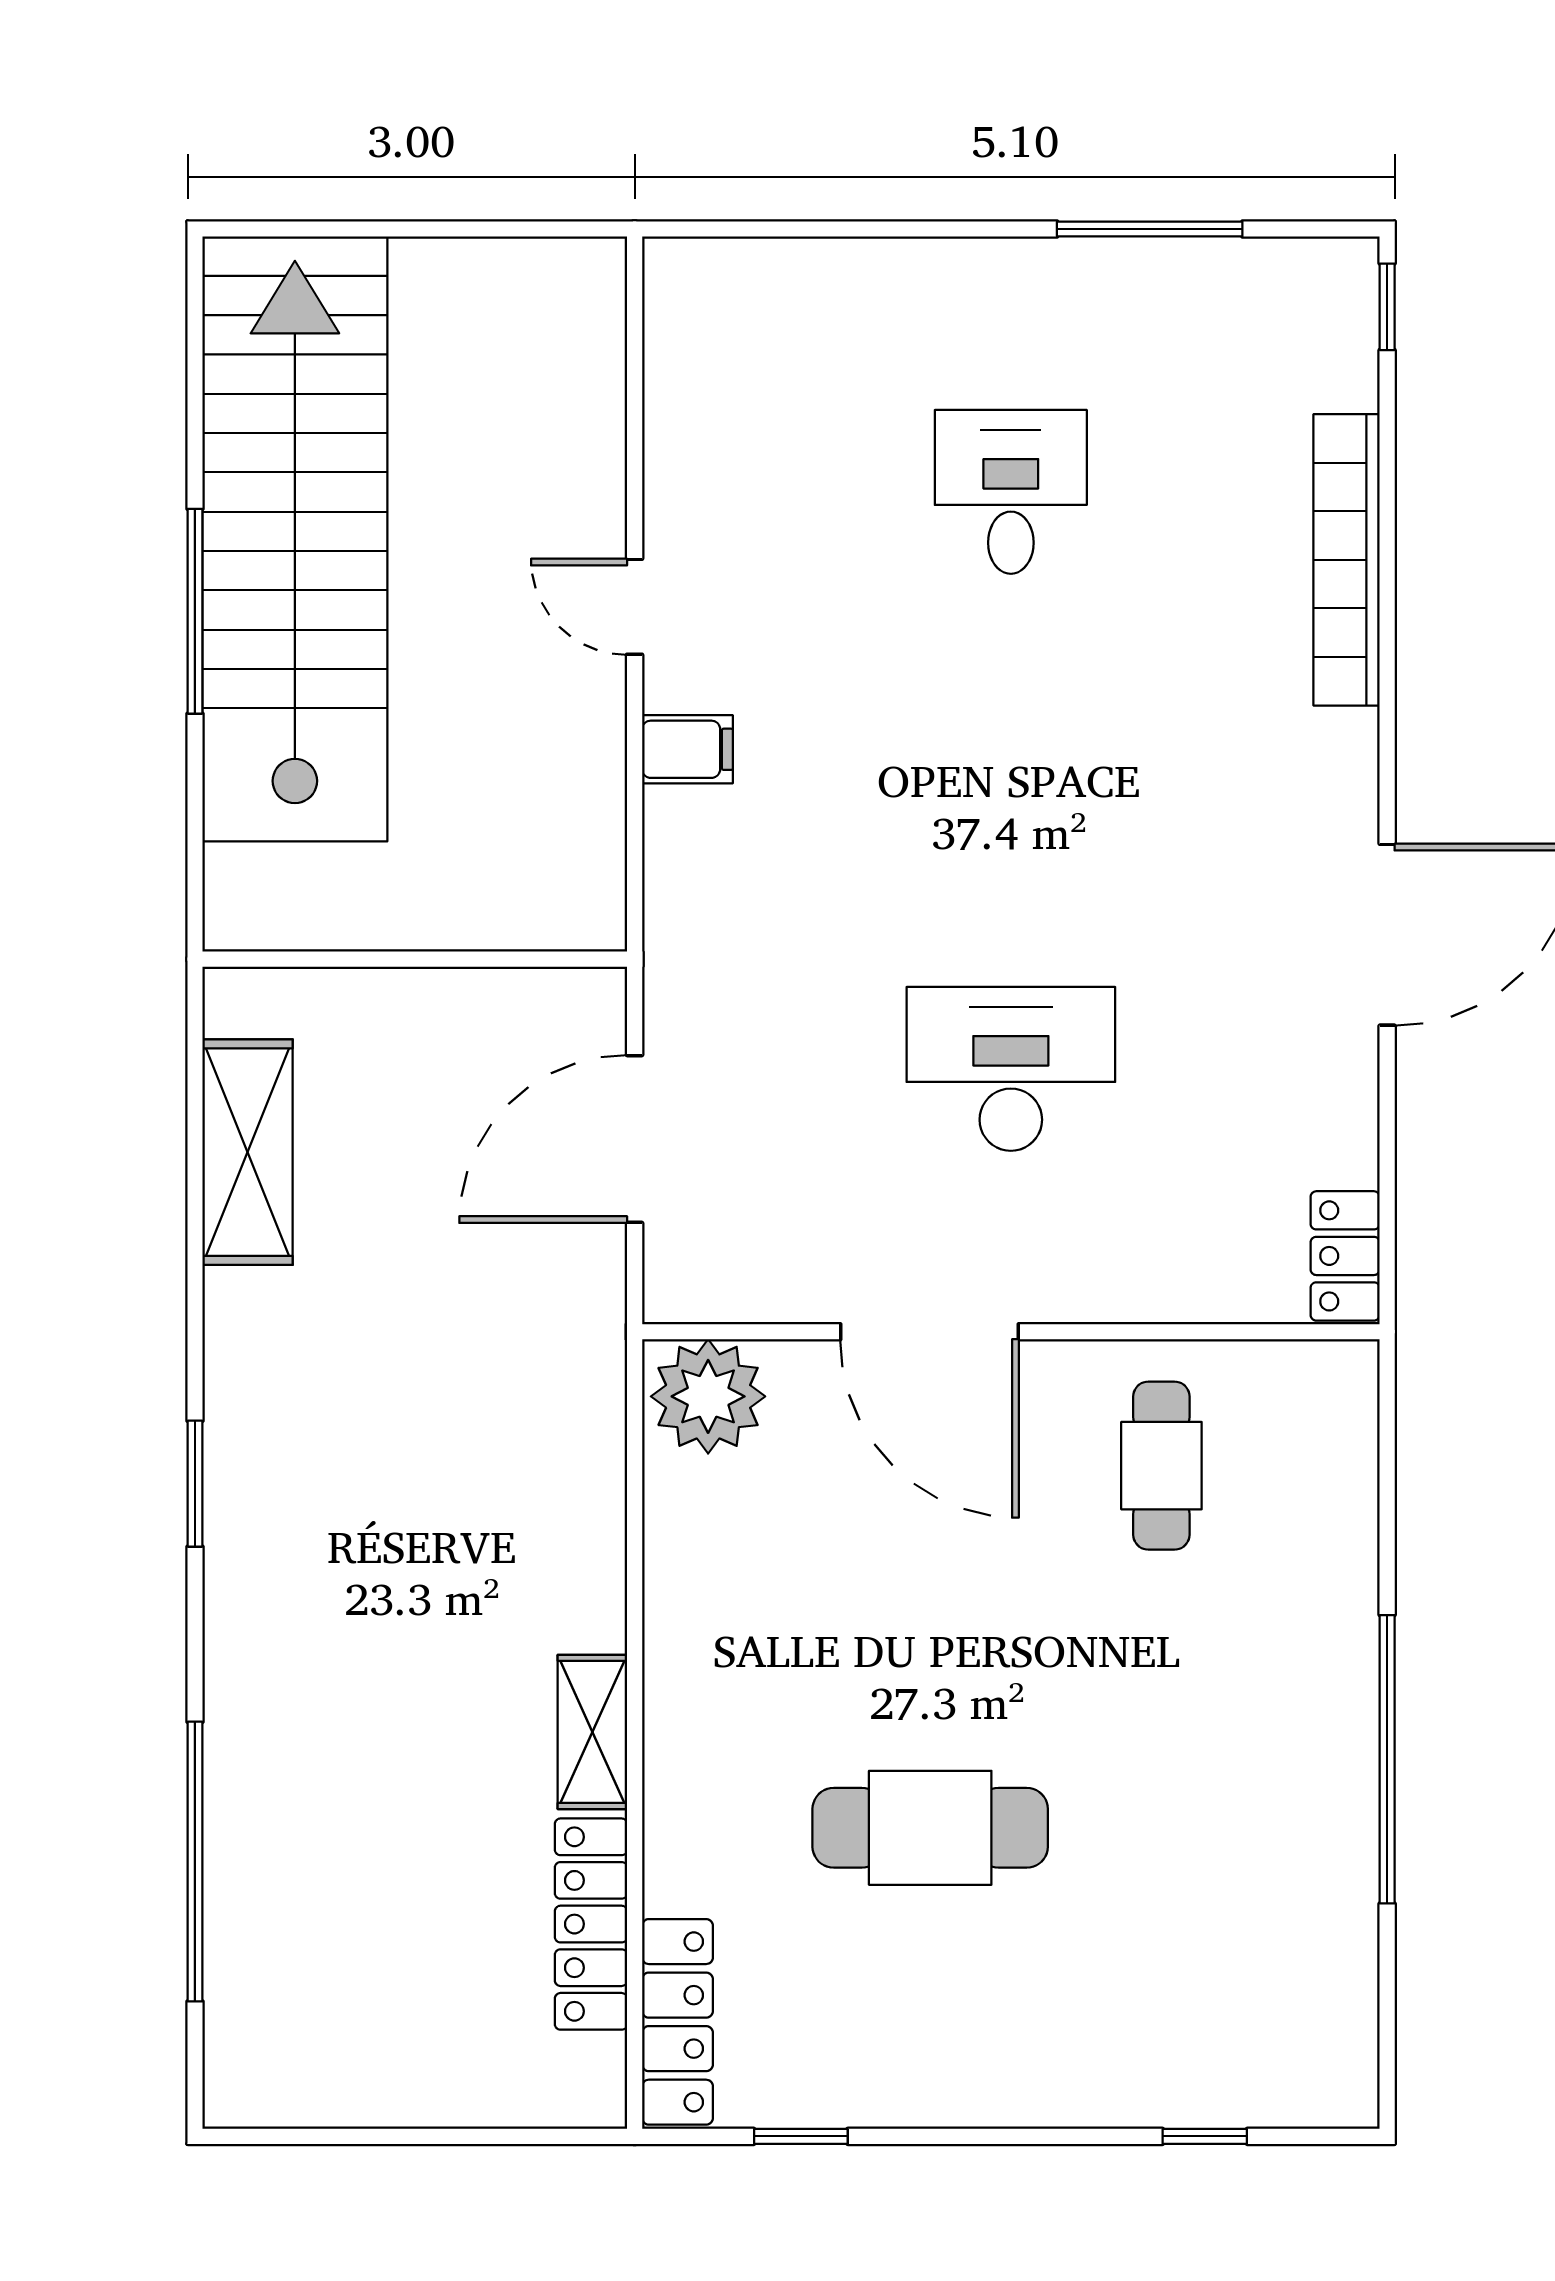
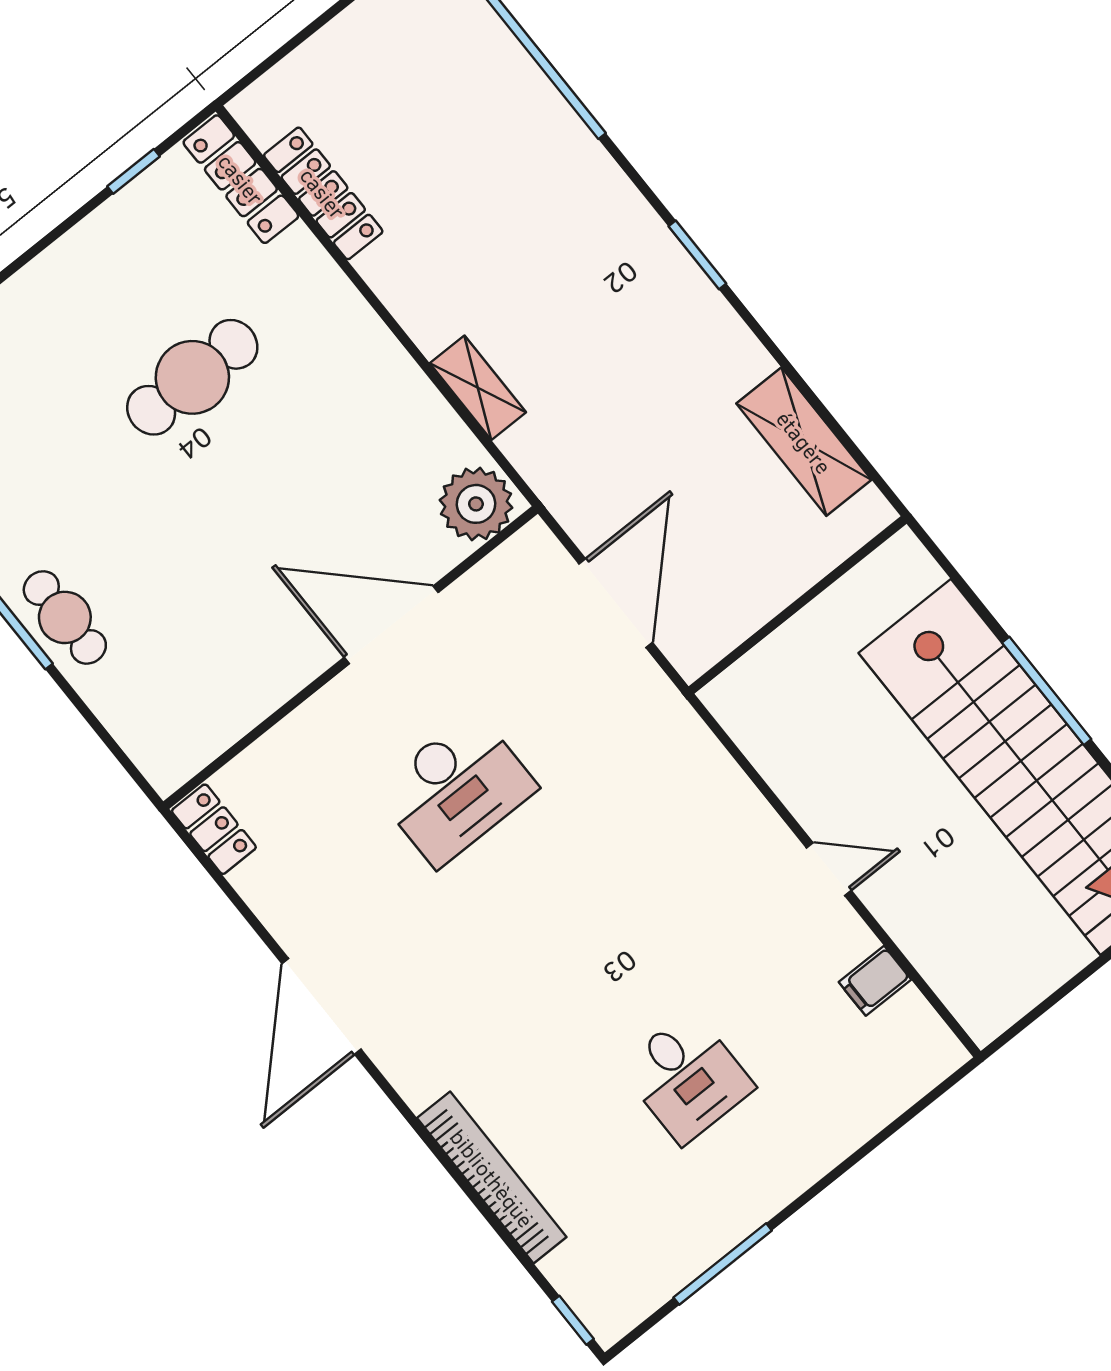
filing cabinet: (687, 749) -> (875, 981), moved
cafe table: (1161, 1466) -> (65, 617), moved
shelving: (592, 1732) -> (478, 388), moved

